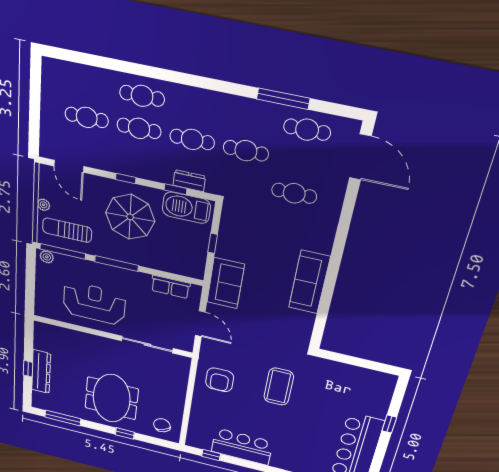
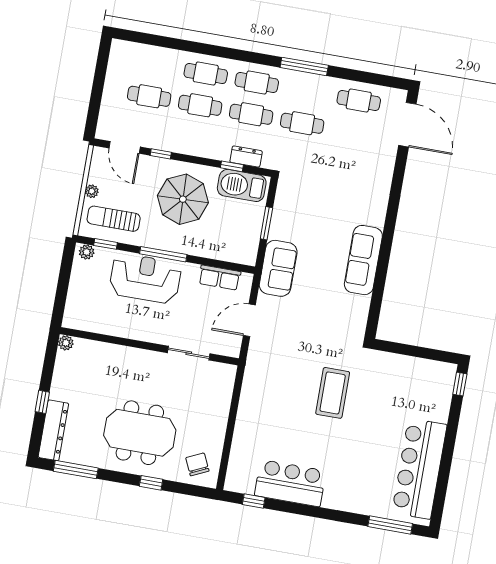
window: (283, 99) -> (304, 66), moved
window: (126, 179) -> (161, 154), moved
cafe table: (294, 193) -> (257, 83), moved
window: (213, 243) -> (266, 223), width x1.50
window: (63, 251) -> (105, 244), width x0.46
reception desk: (94, 303) -> (145, 278), moved
door: (200, 324) -> (249, 320), swing flipped
plant: (40, 327) -> (66, 343), added
sliding door: (147, 345) -> (189, 353), width x0.73
dresser: (41, 372) -> (53, 430), moved
armchair: (220, 380) -> (268, 391), removed
meeting table: (112, 398) -> (140, 433), turned 90
window: (389, 424) -> (460, 384), moved

